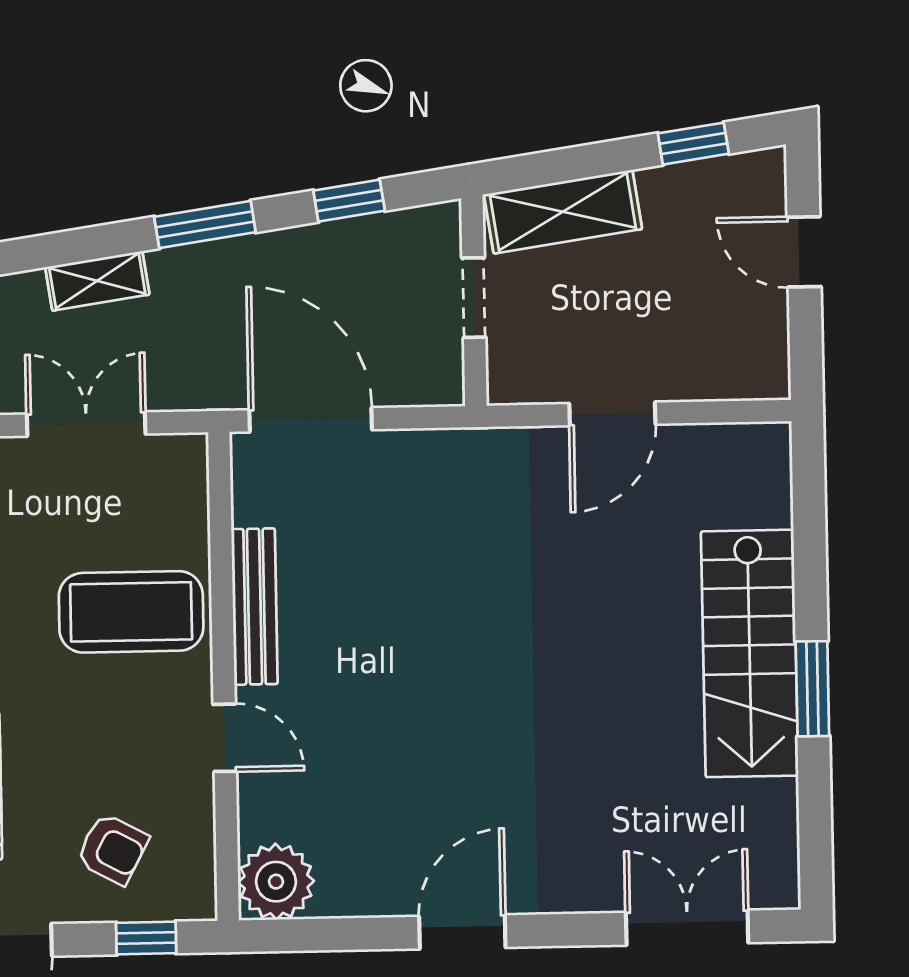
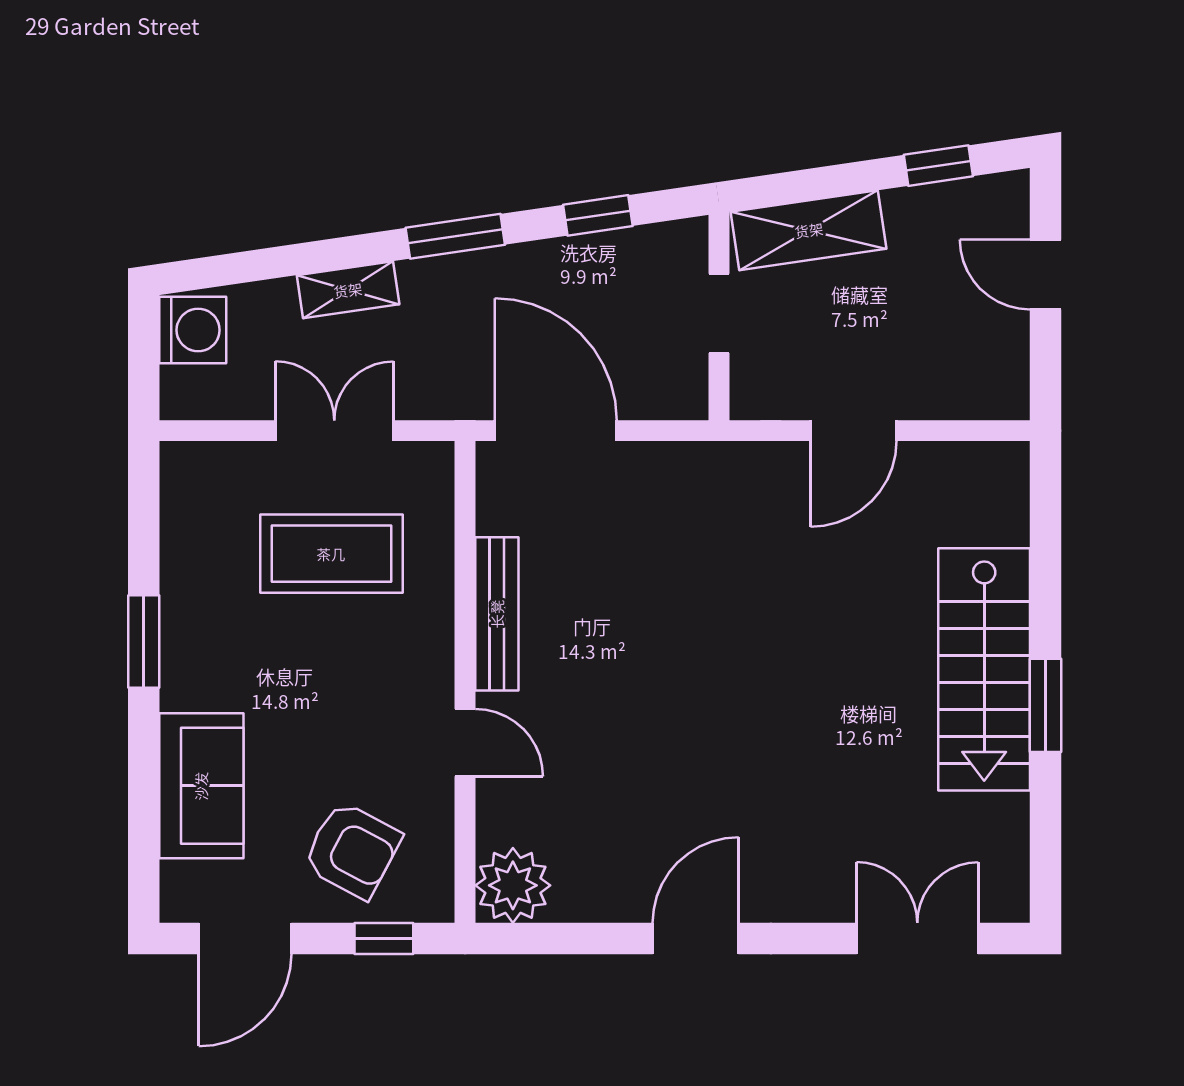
coffee table: (131, 612) -> (331, 554), moved
armchair: (112, 849) -> (352, 850), width x1.38, depth x1.38

